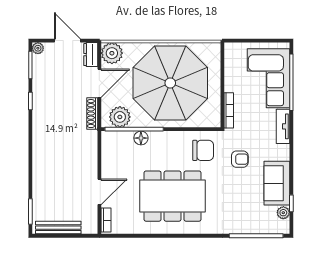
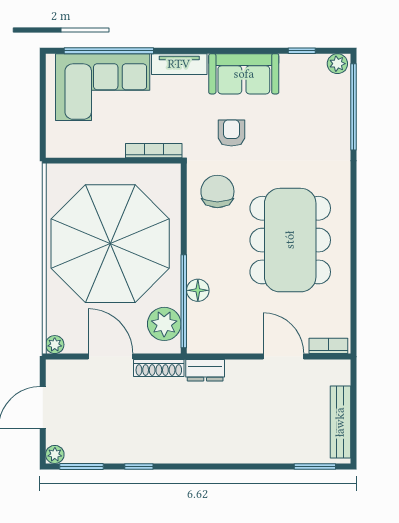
plant: (112, 53) -> (55, 345), width x0.53, depth x0.53
dresser: (91, 55) -> (205, 370), moved
sofa: (277, 183) -> (244, 74), moved
plant: (283, 213) -> (337, 64), moved

